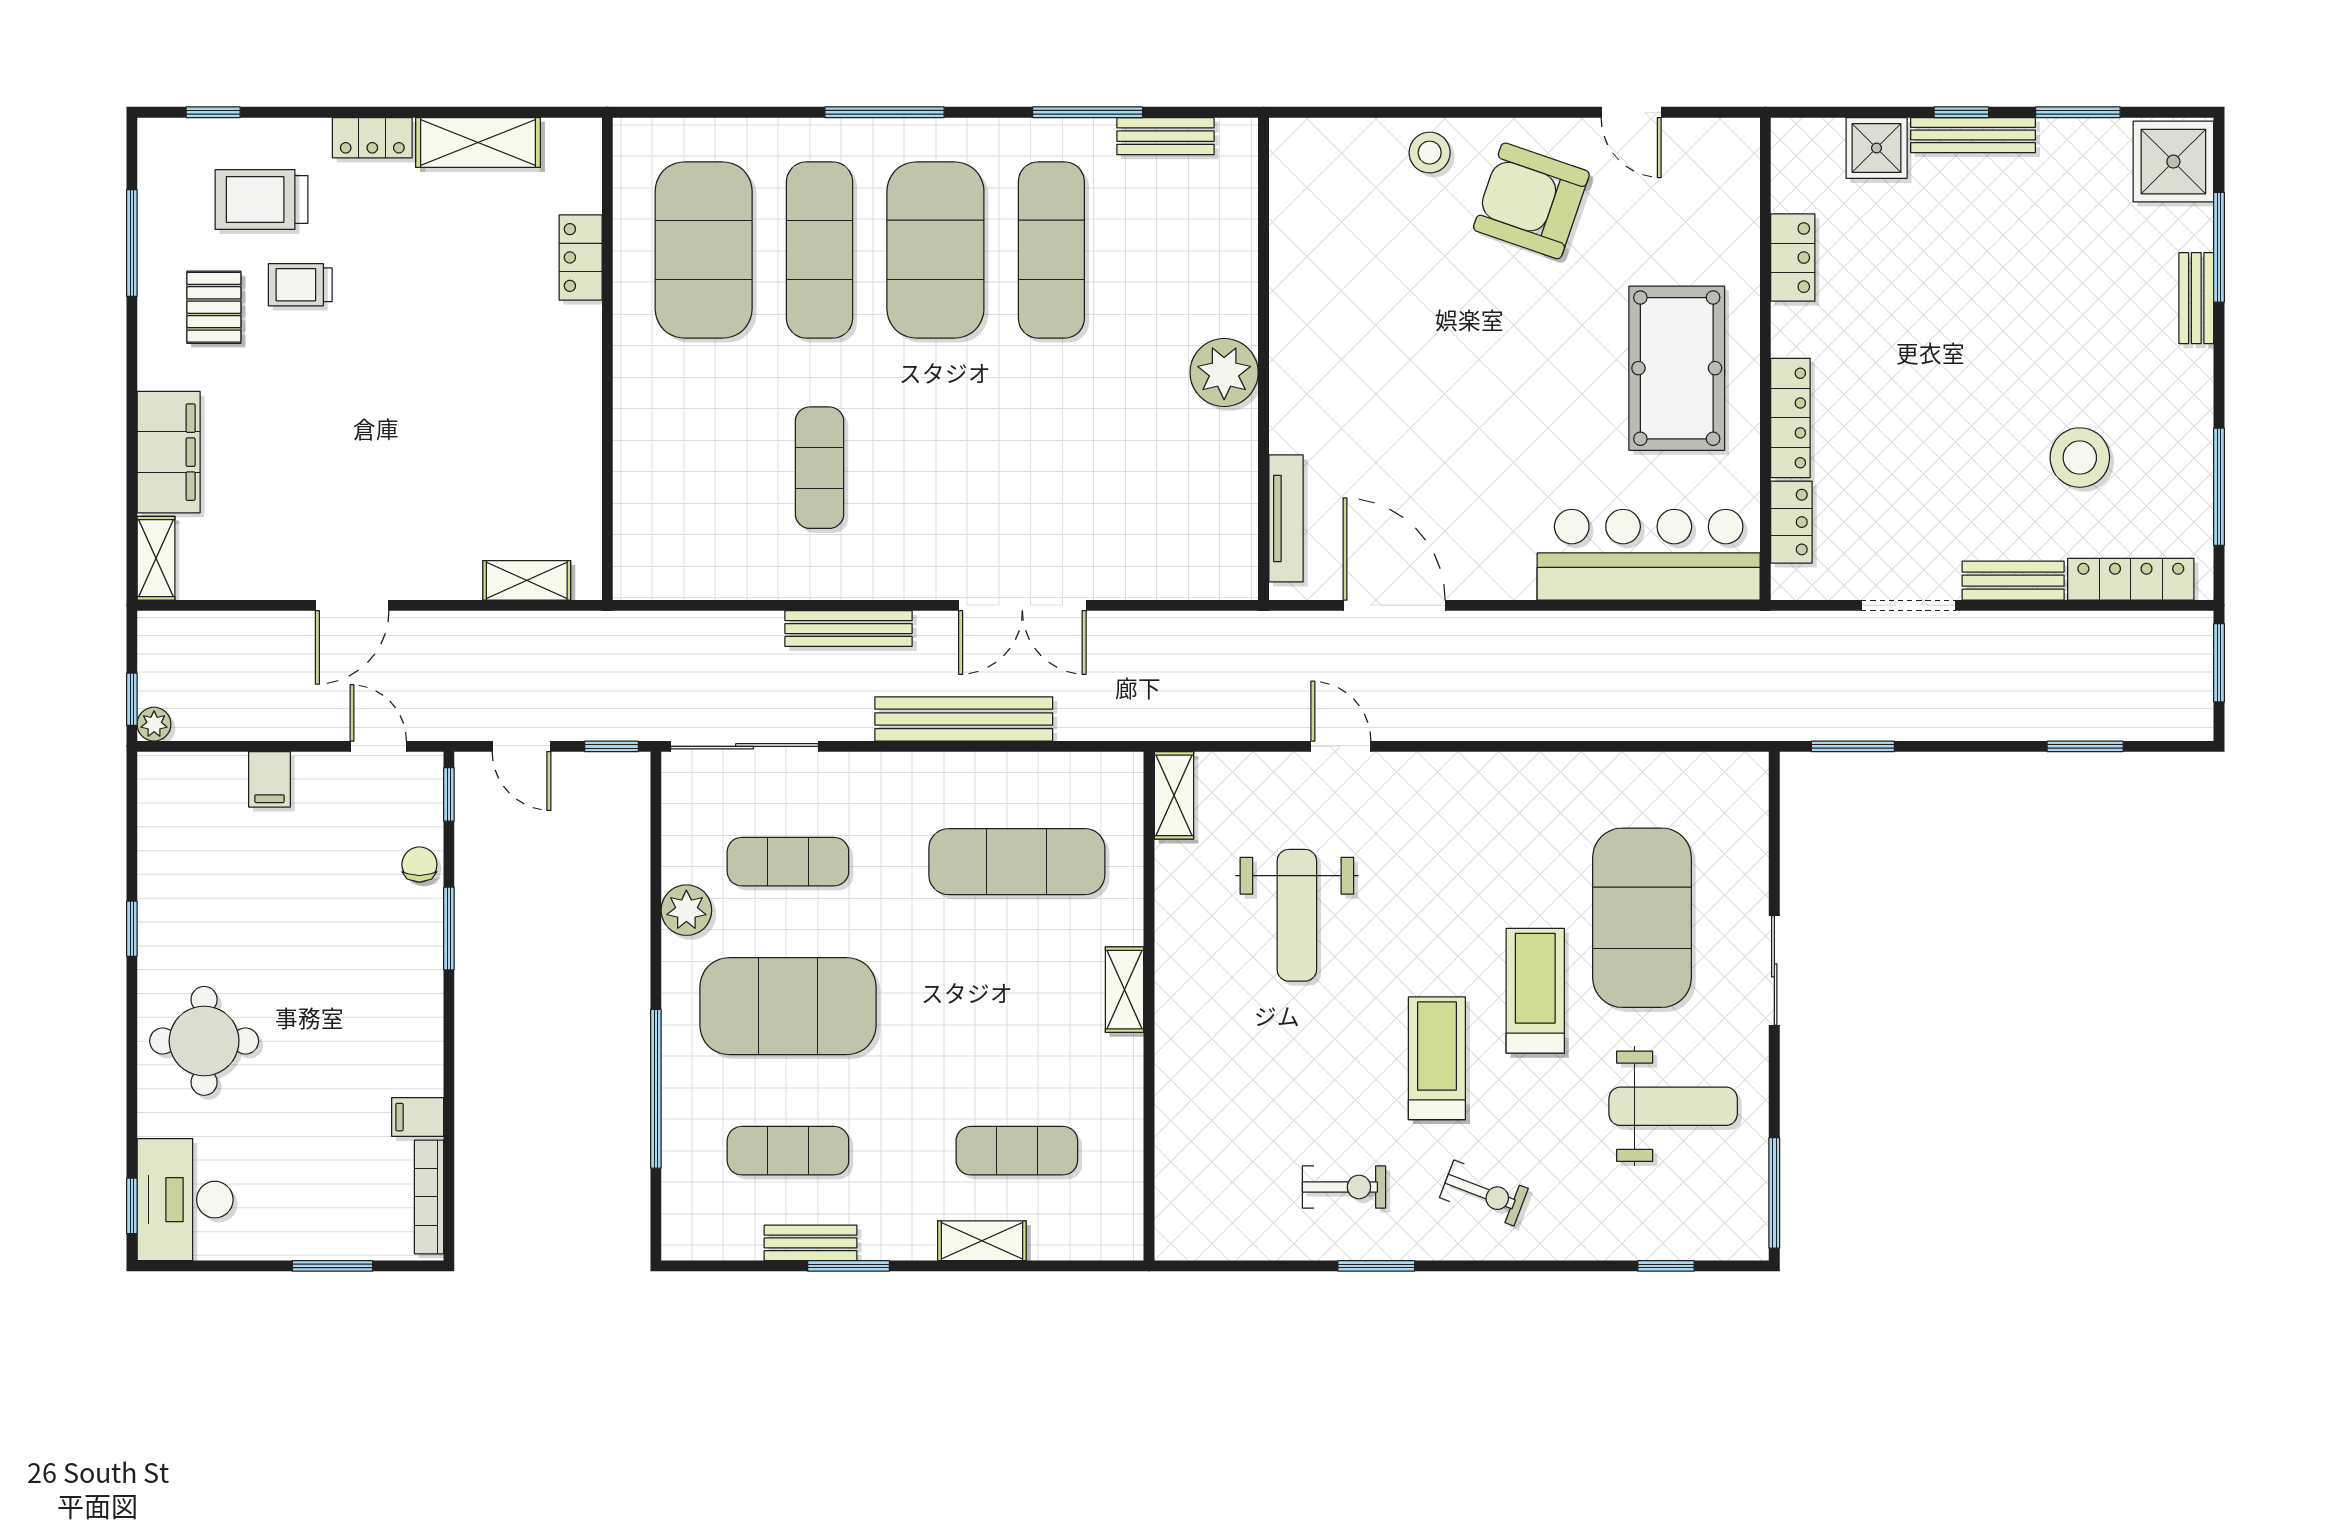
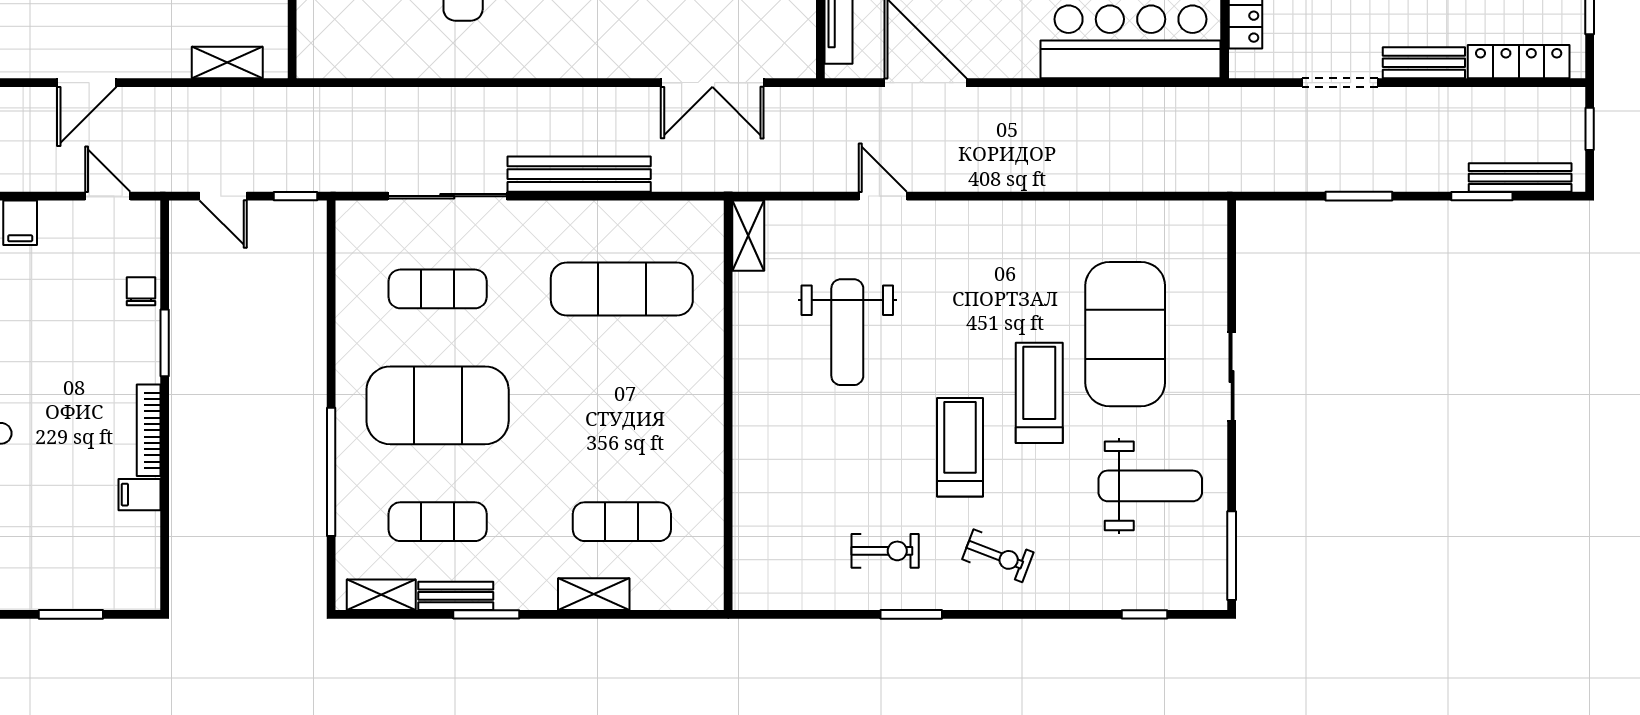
double door: (1022, 605) -> (712, 83), moved
bench: (849, 629) -> (1520, 178), moved
window: (2219, 663) -> (1590, 129), width x0.67
sliding door: (745, 746) -> (447, 196), moved
window: (1853, 746) -> (1359, 196), moved
window: (449, 794) -> (165, 235), removed
plant: (686, 910) -> (356, 328), removed
shelving: (1125, 990) -> (381, 595), moved, turned 90
bookcase: (429, 1197) -> (149, 430), moved

